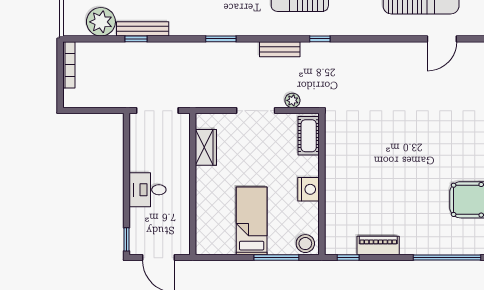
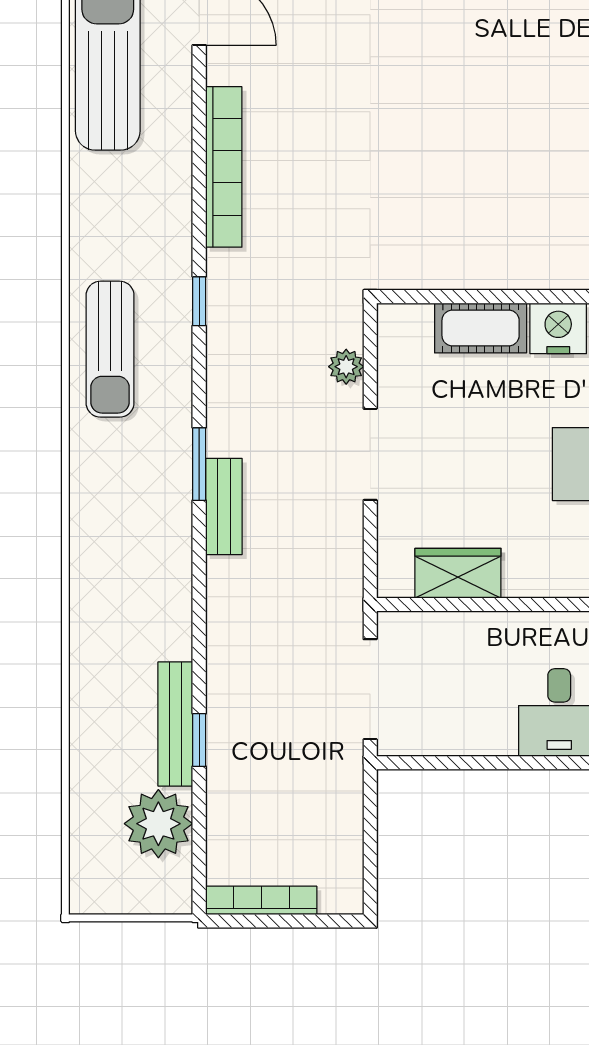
window: (221, 39) -> (199, 464), moved
bench: (280, 49) -> (224, 506), moved
bookcase: (376, 49) -> (224, 167), added
cot: (309, 136) -> (481, 328), moved

